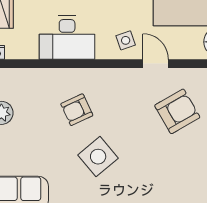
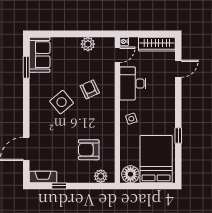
door: (156, 64) -> (117, 55), moved
armchair: (177, 111) -> (89, 150), turned 120

